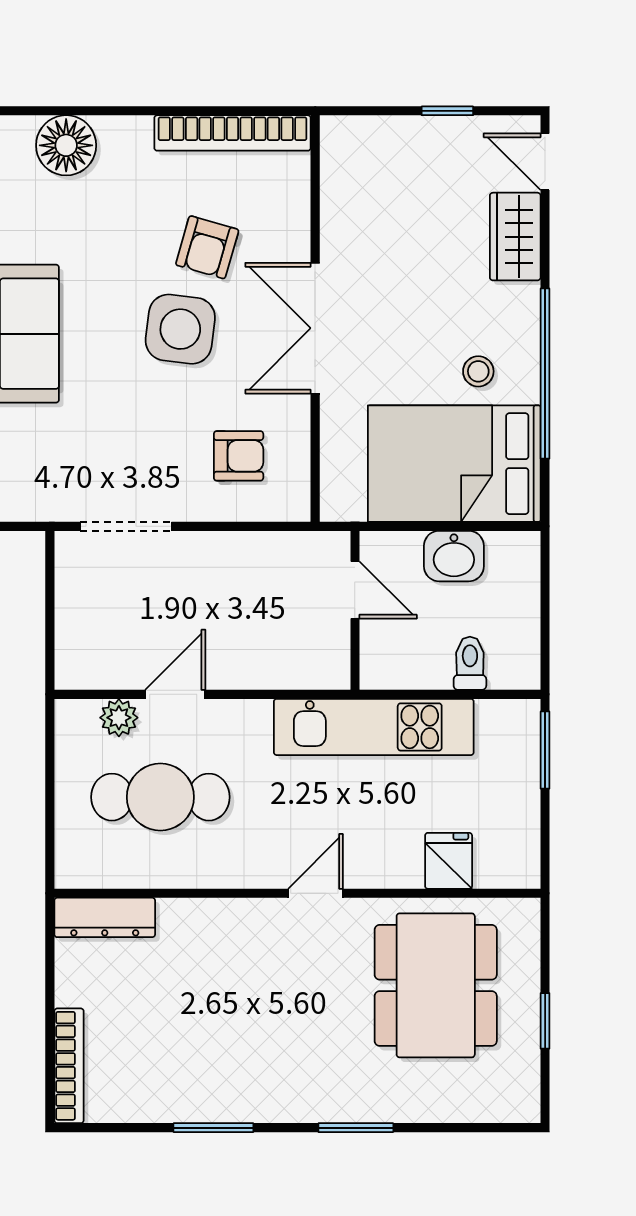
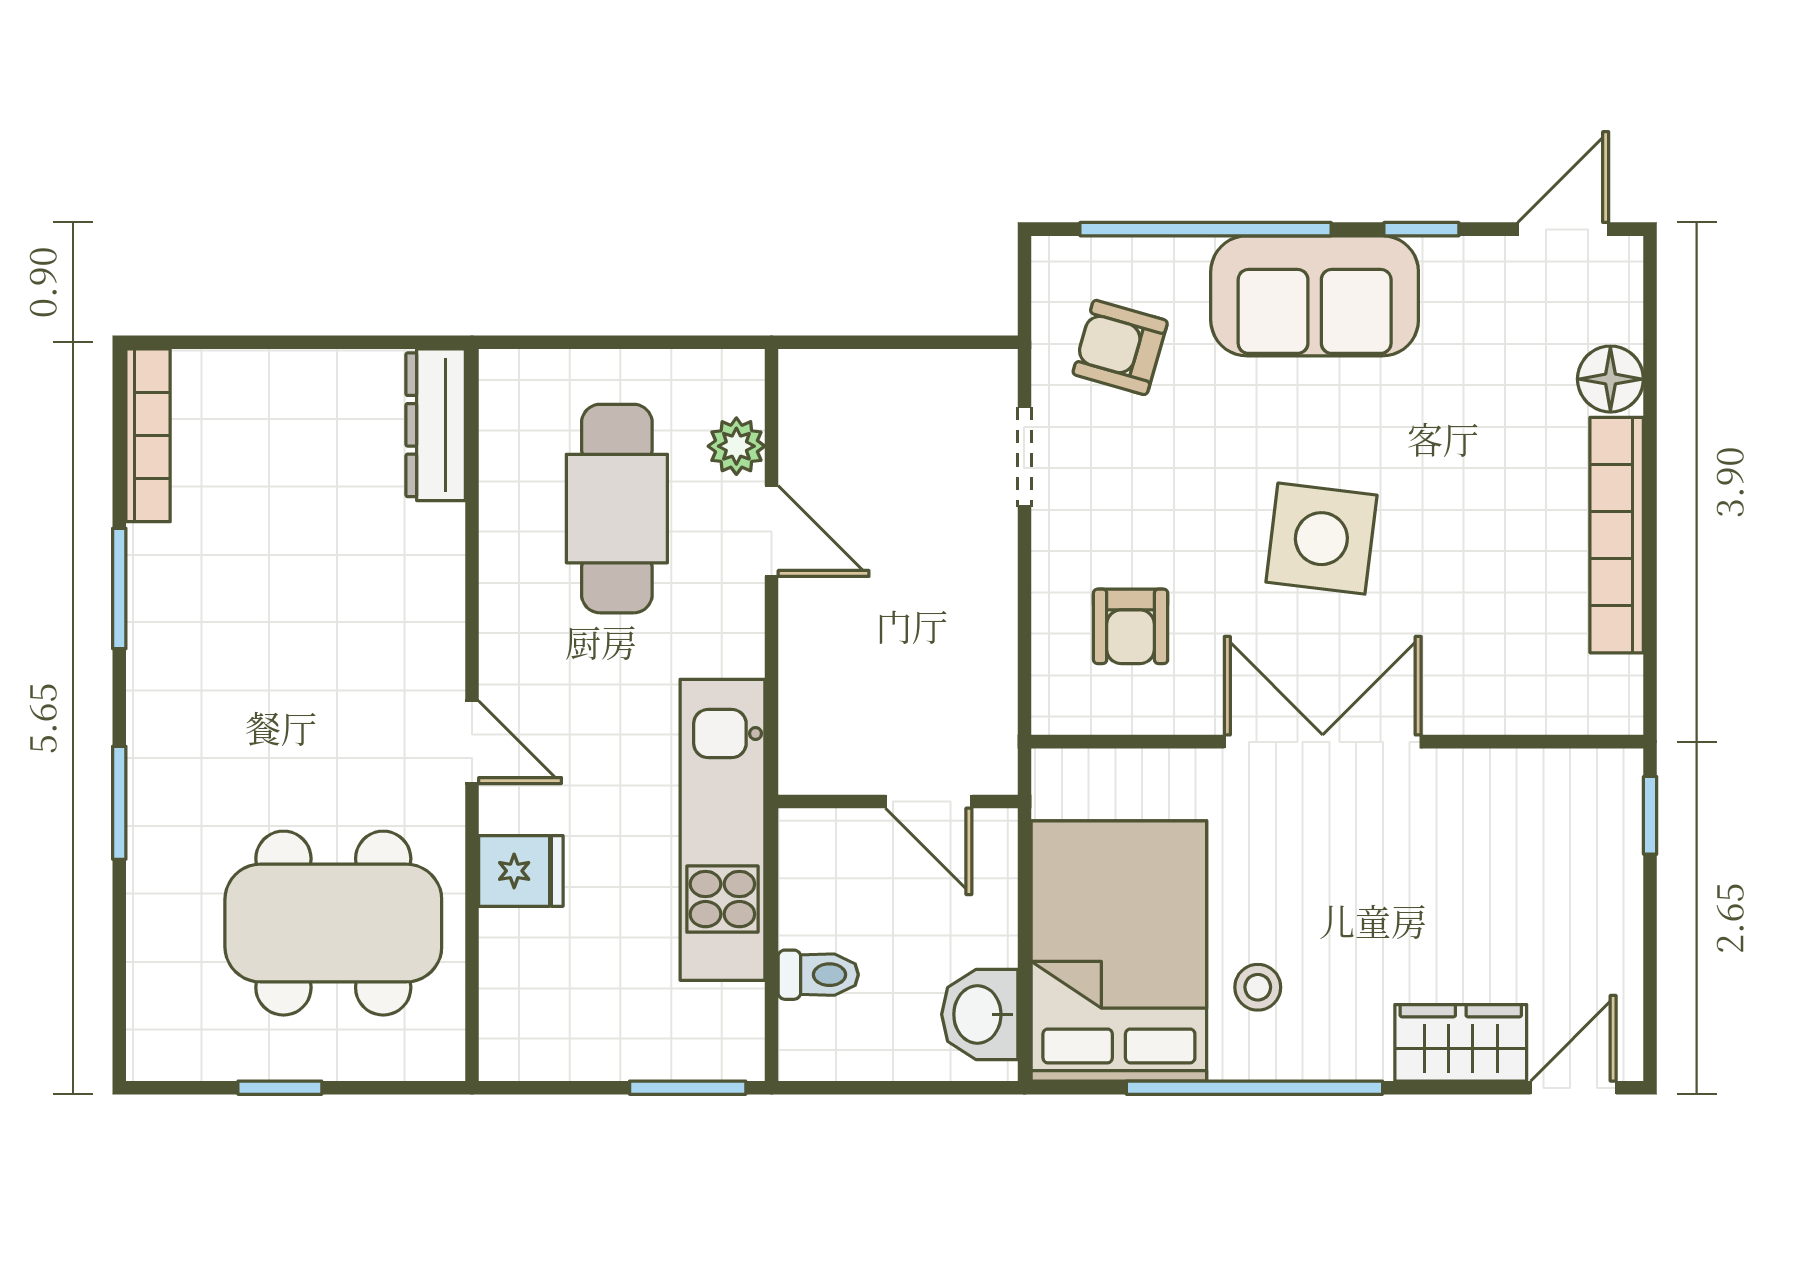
window: (447, 111) -> (1650, 815), moved
bookcase: (233, 133) -> (1617, 535), moved
floor lamp: (66, 145) -> (1610, 379), width x0.73, depth x0.73
armchair: (207, 247) -> (1120, 347), moved
doorway: (126, 526) -> (1024, 457), width x0.73
washbasin: (454, 556) -> (980, 1014), moved
door: (355, 590) -> (929, 801), hinge flipped
fridge: (449, 861) -> (521, 871), moved
bookcase: (69, 1066) -> (148, 435), moved, turned -90

